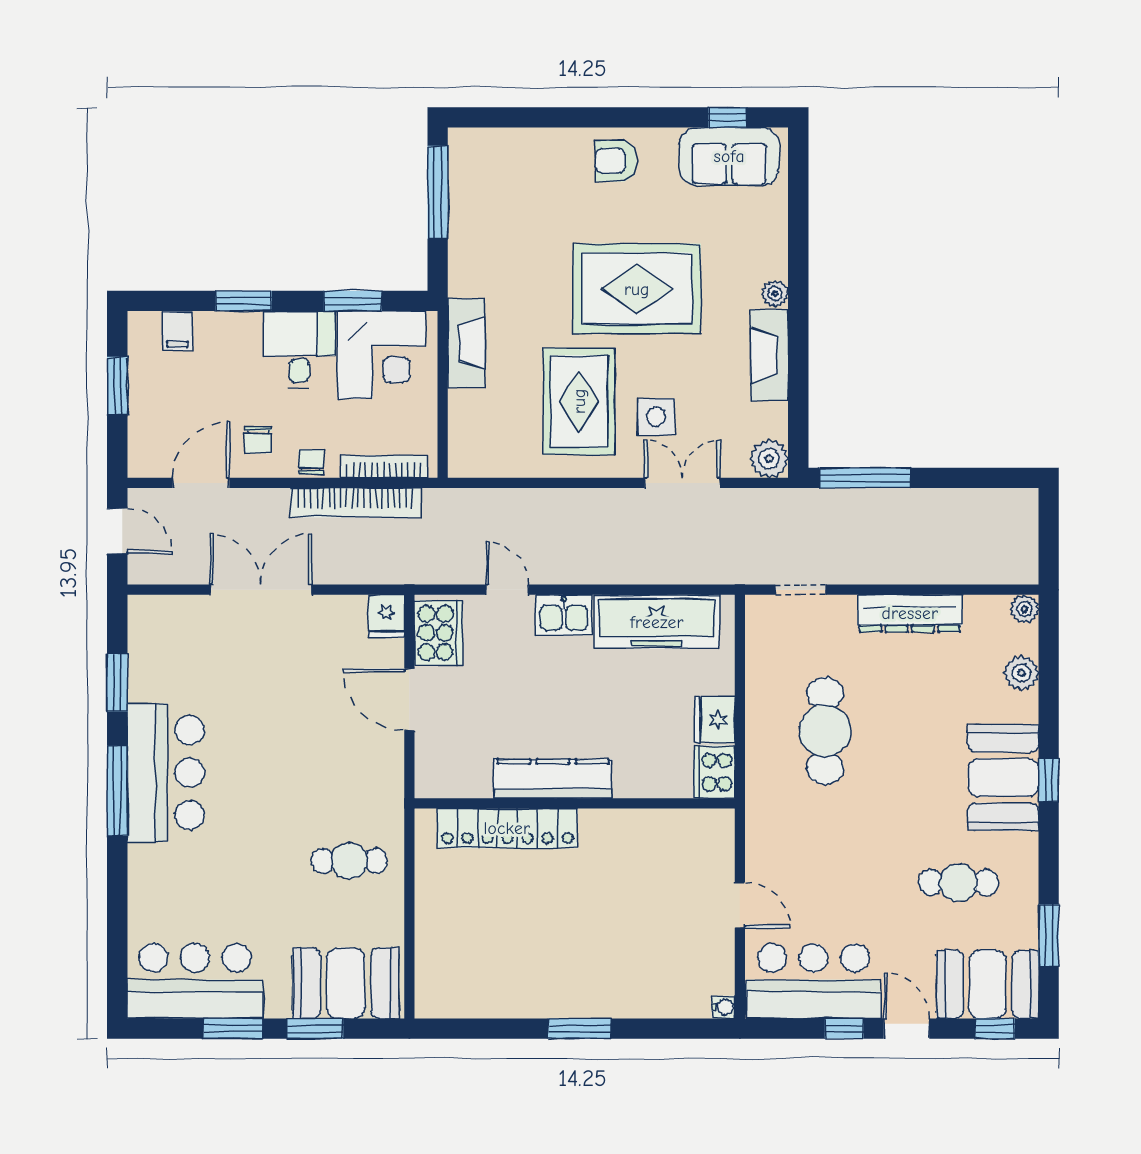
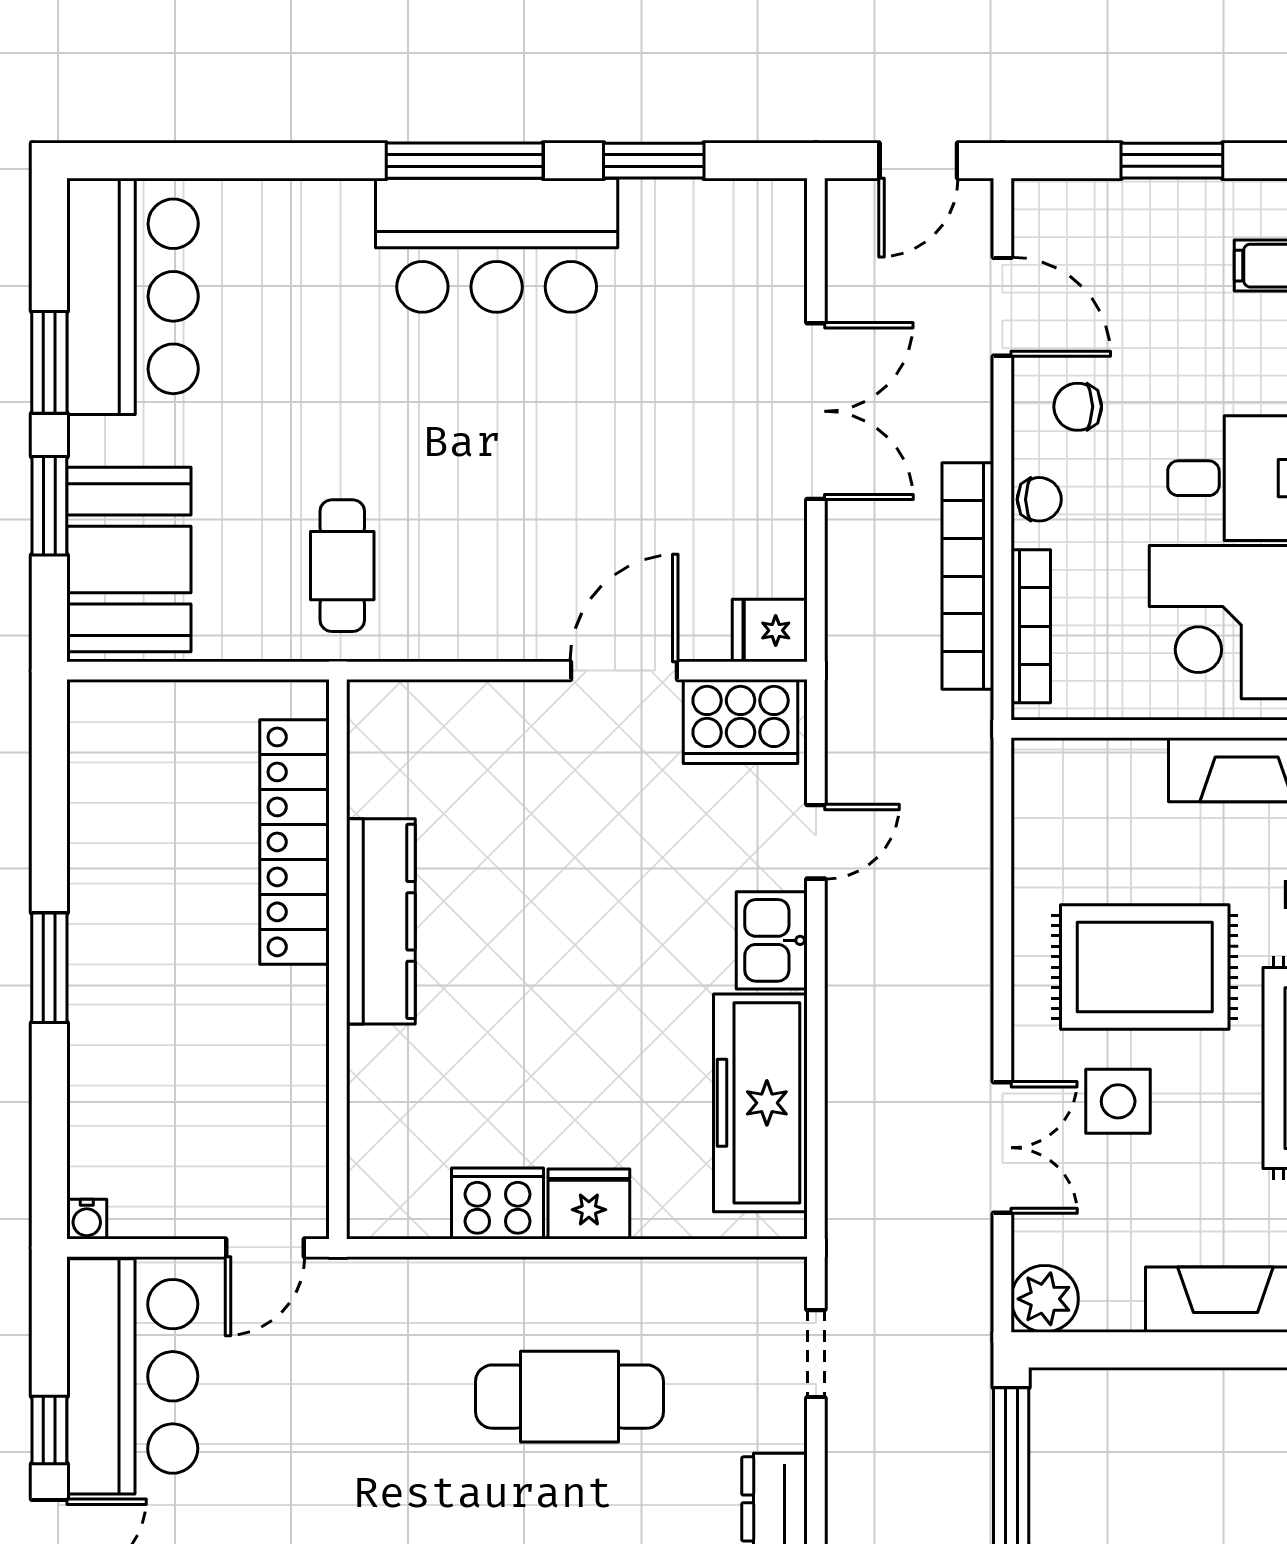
kitchen counter: (553, 779) -> (381, 921), moved
wall: (575, 803) -> (338, 959), moved
locker: (507, 828) -> (294, 842), moved

